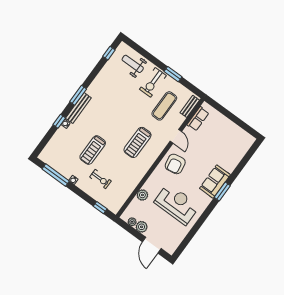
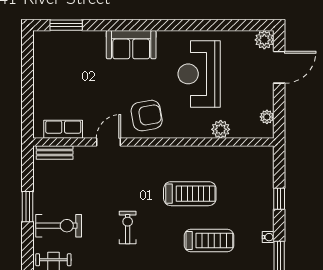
exercise mat: (164, 106) -> (79, 187), removed
treadmill: (138, 142) -> (190, 194), moved
exercise bike: (100, 179) -> (128, 228), moved
window: (222, 191) -> (66, 25), moved
window: (100, 208) -> (279, 199), moved
plant: (142, 227) -> (264, 40), moved

